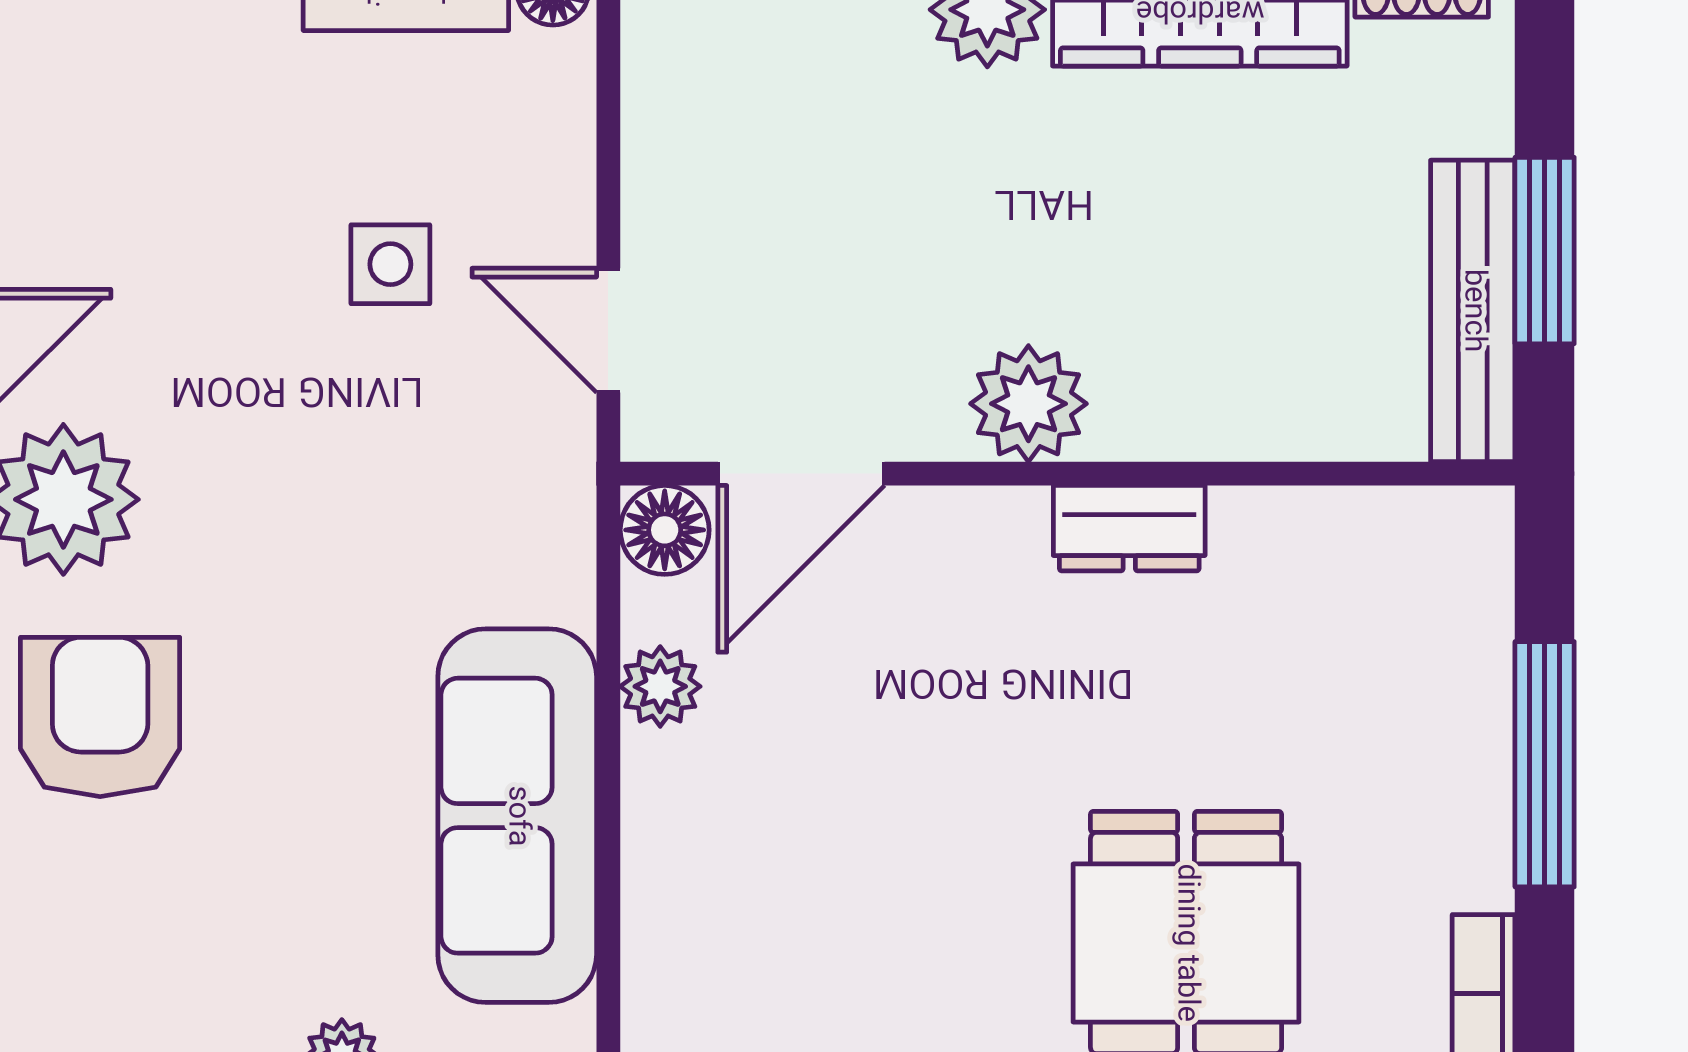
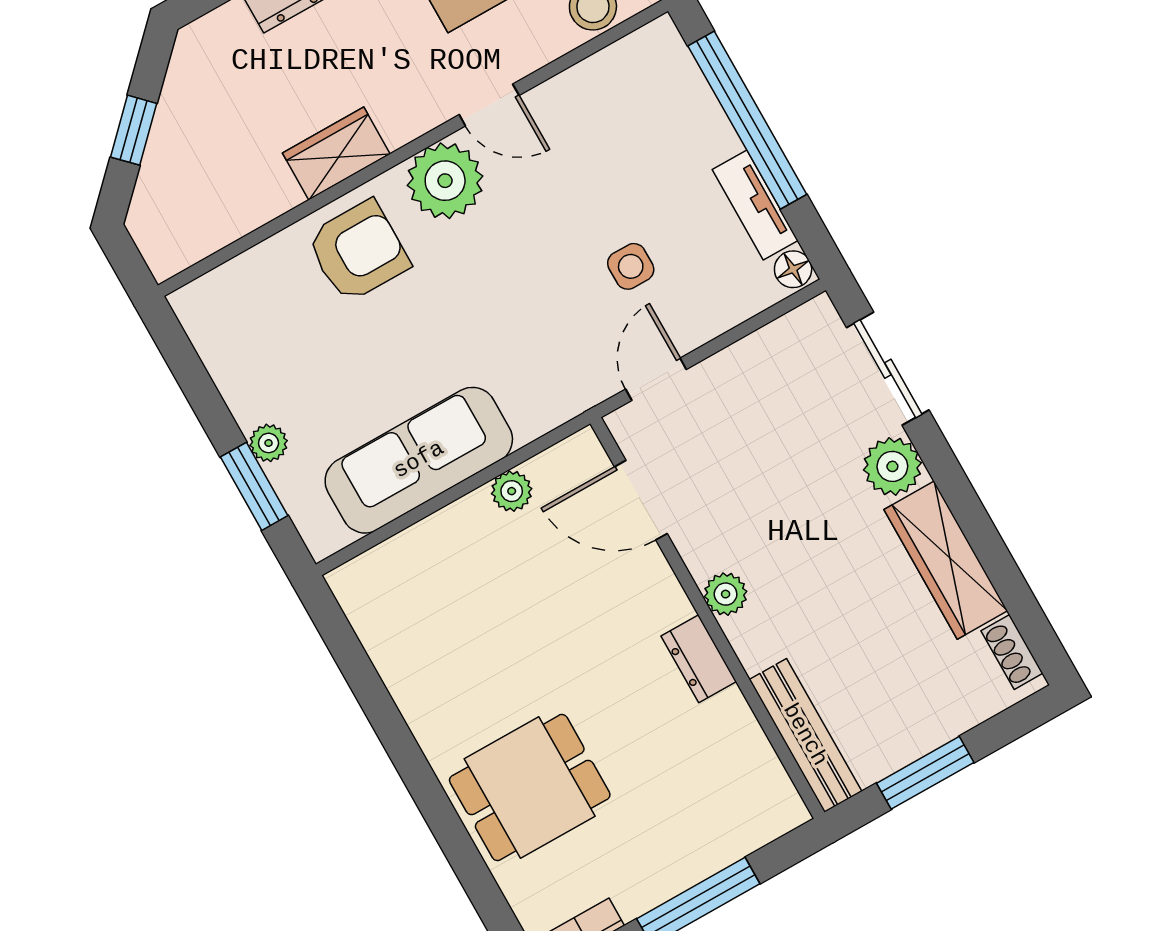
bench: (1473, 311) -> (805, 735), moved, turned 90
plant: (1028, 404) -> (726, 594), width x0.73, depth x0.73
floor lamp: (665, 530) -> (582, 454), removed

